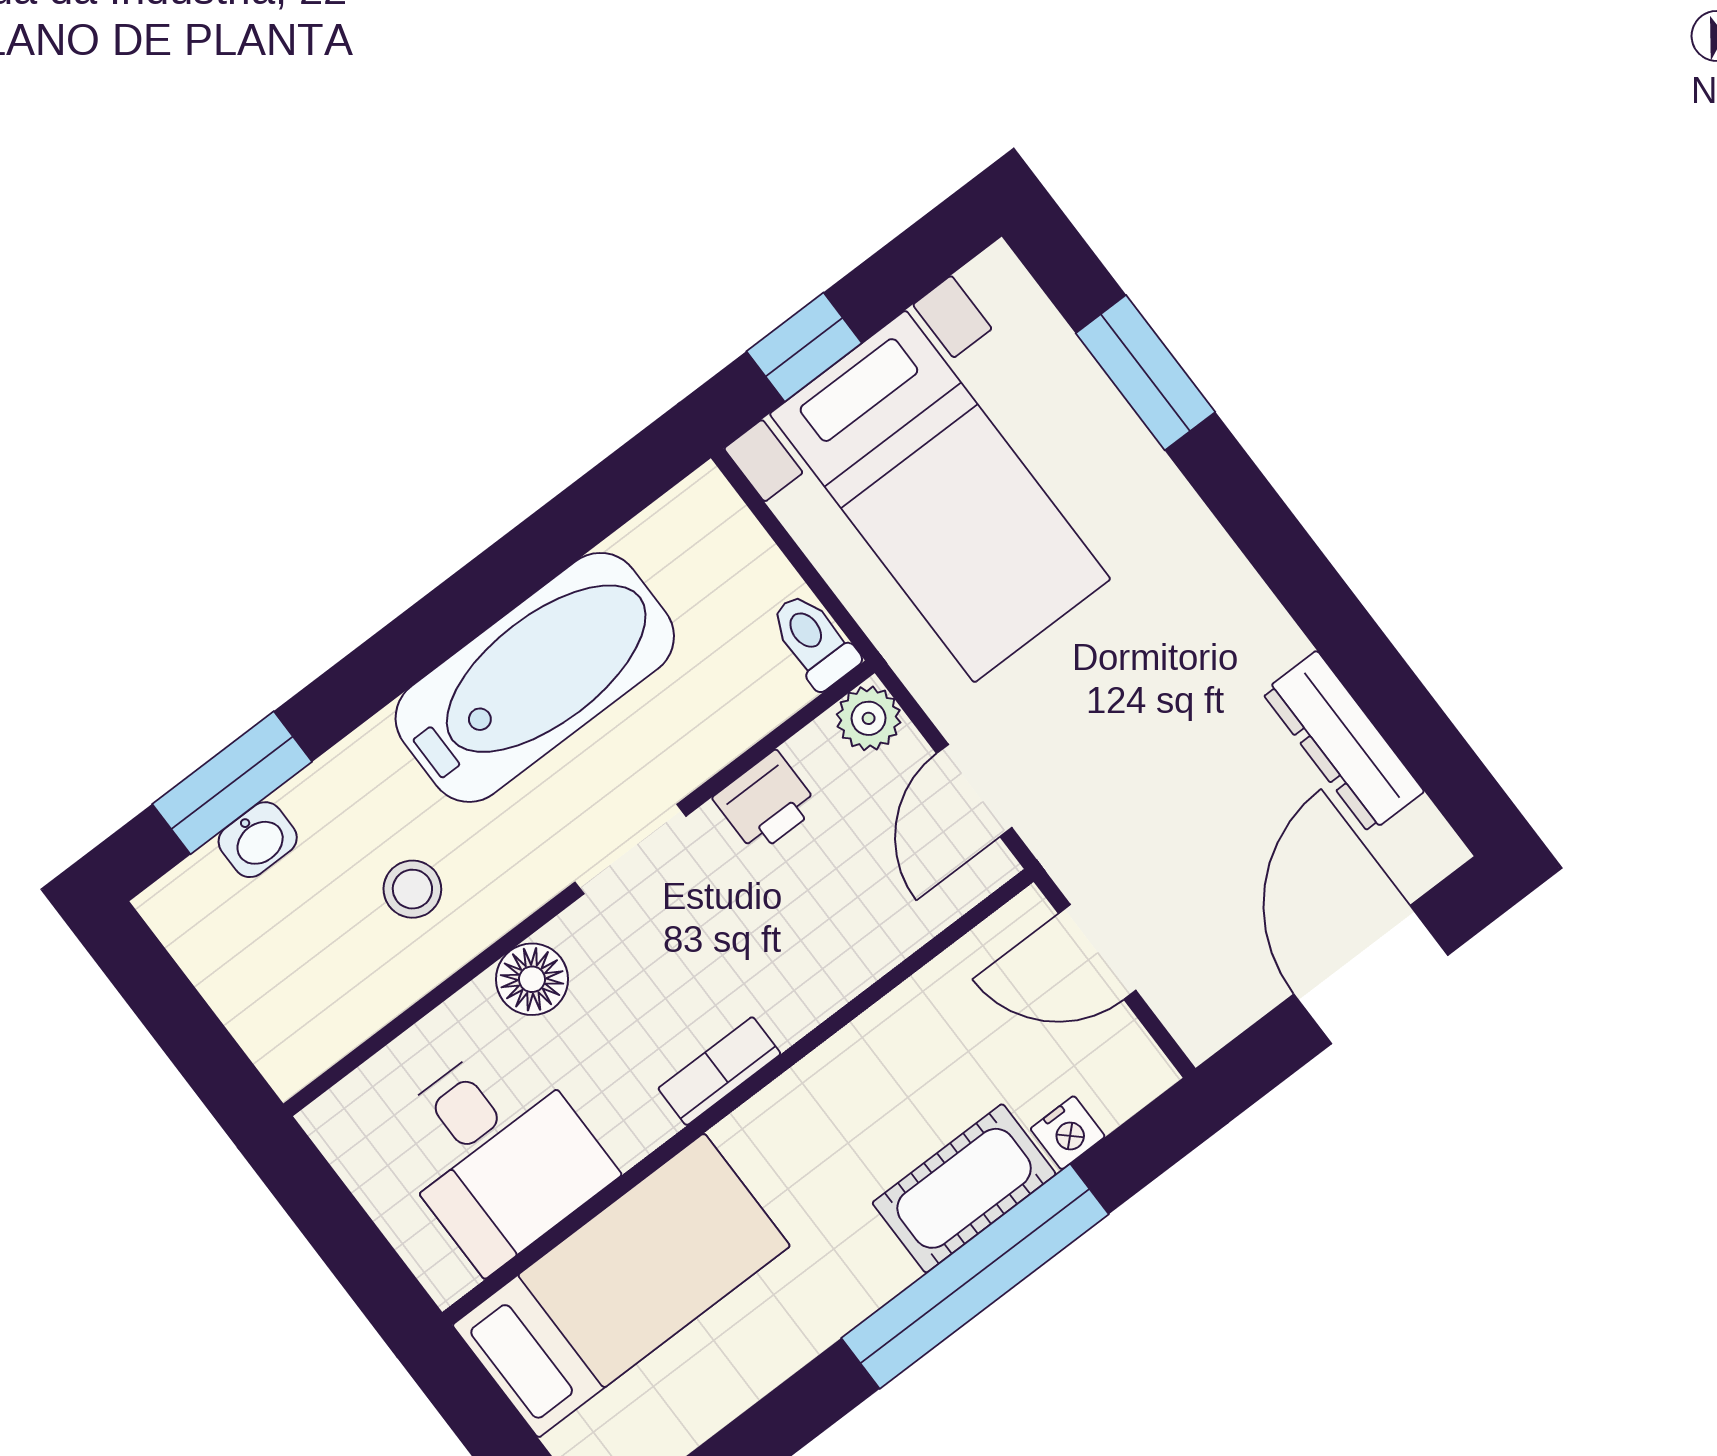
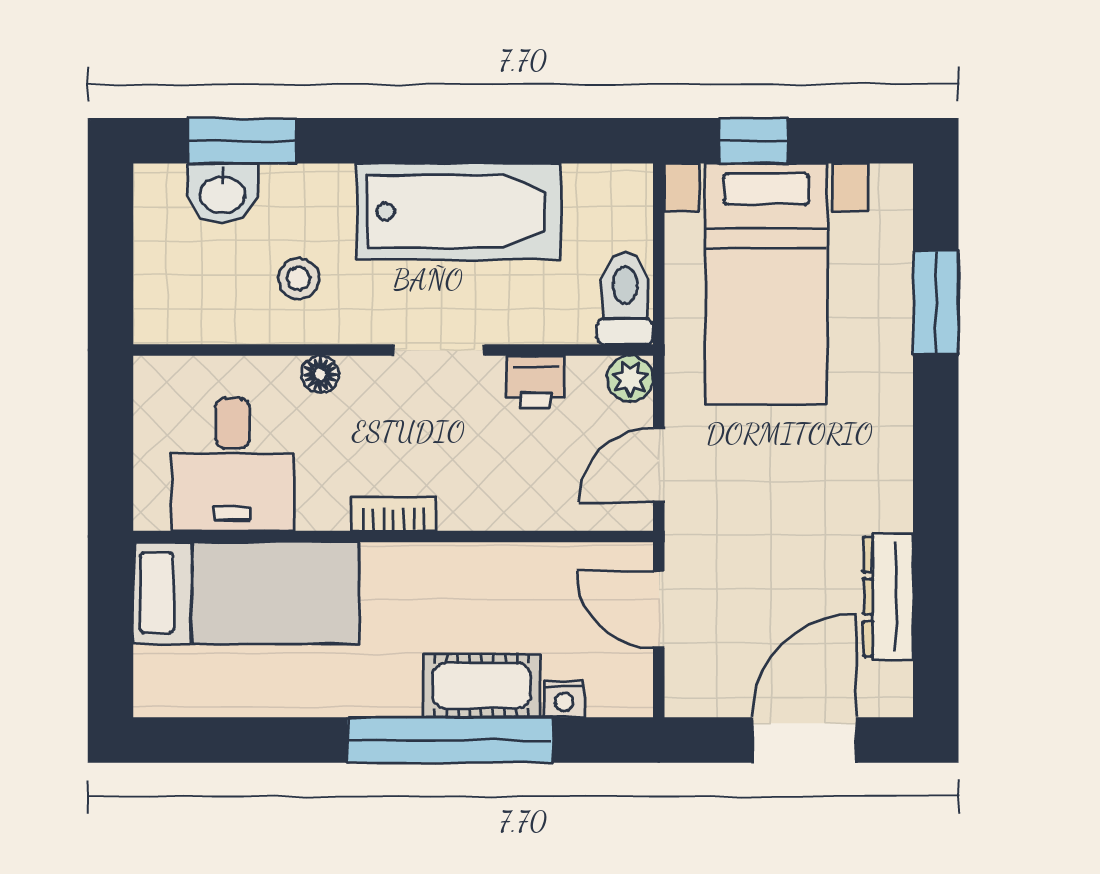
toilet: (814, 641) -> (625, 298), width x1.37, depth x1.39
washbasin: (258, 840) -> (223, 193), width x1.38, depth x1.45
floor lamp: (532, 979) -> (320, 374), width x0.73, depth x0.73

